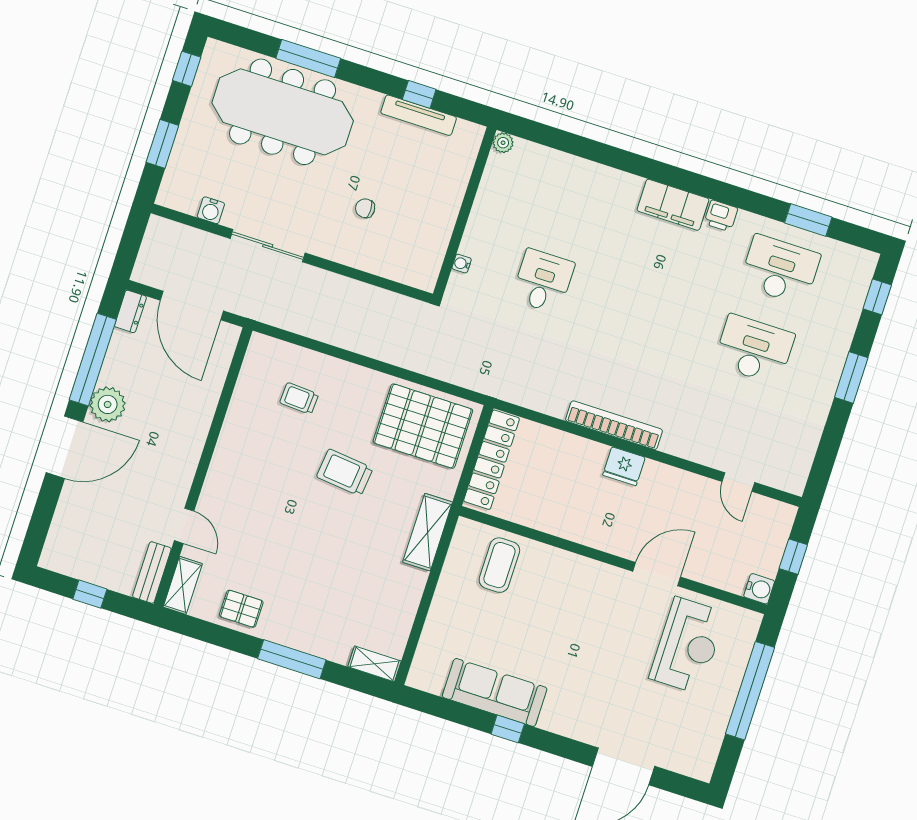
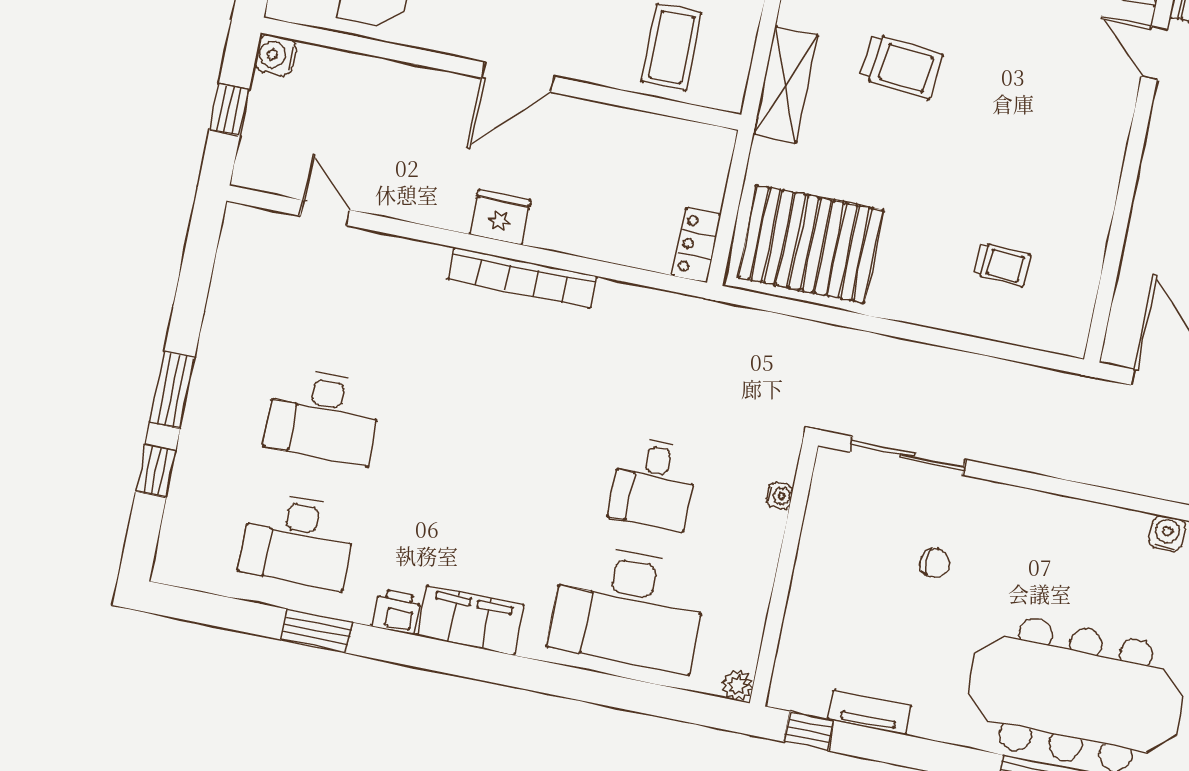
window: (419, 94) -> (809, 731), moved
tv unit: (419, 115) -> (870, 712), width x0.71
desk: (569, 201) -> (628, 608), added
window: (808, 220) -> (317, 631), moved
sliding door: (268, 246) -> (908, 456), moved
window: (877, 297) -> (156, 471), moved
locker: (492, 460) -> (697, 245), width x0.46, depth x0.83
trolley: (345, 472) -> (901, 66), moved
door: (657, 574) -> (518, 77), moved

